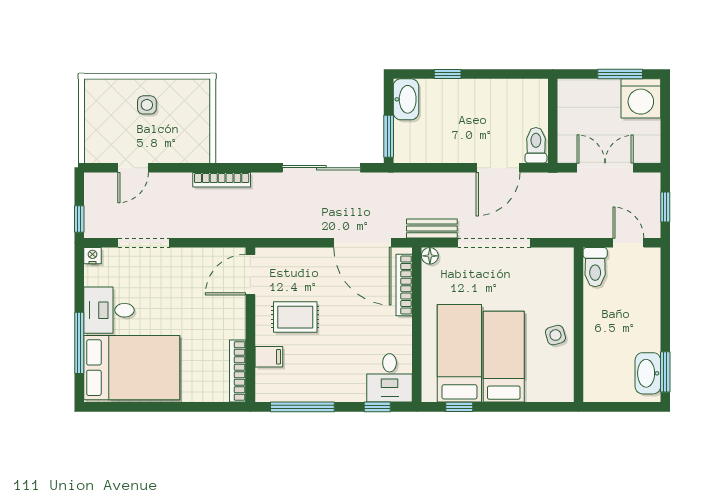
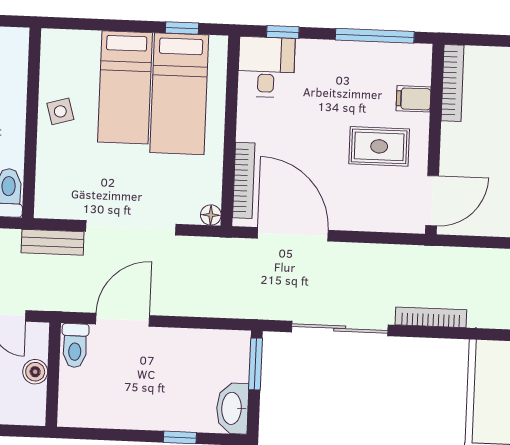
boiler: (567, 123) -> (35, 372), added
bookcase: (222, 180) -> (431, 317), moved
bench: (432, 228) -> (53, 242), moved

